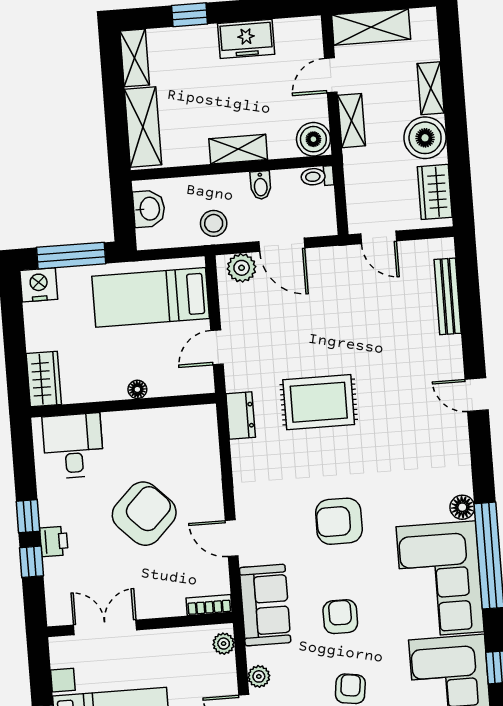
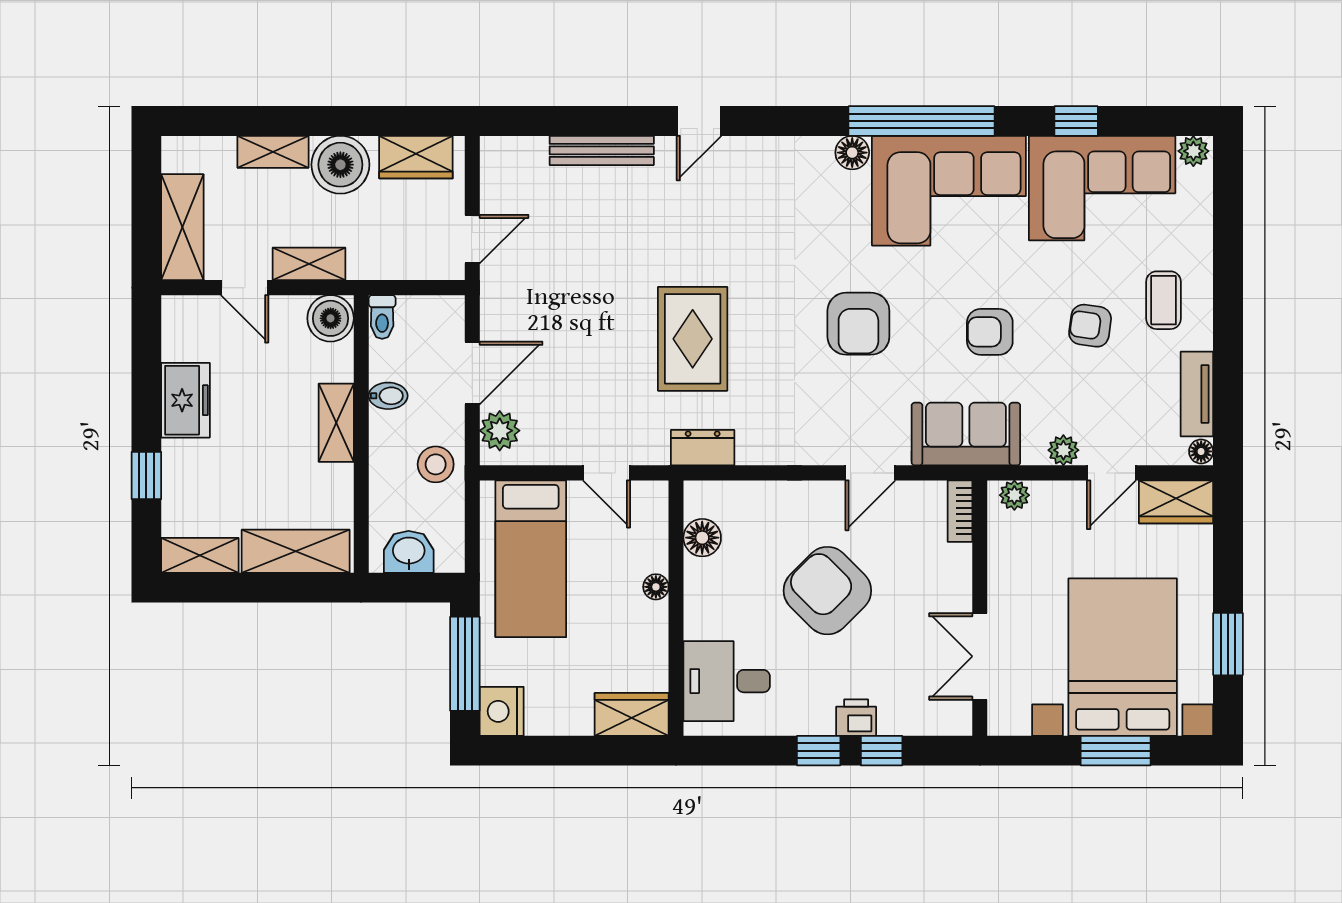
bench: (448, 296) -> (602, 150), moved
floor lamp: (175, 420) -> (702, 538), added

